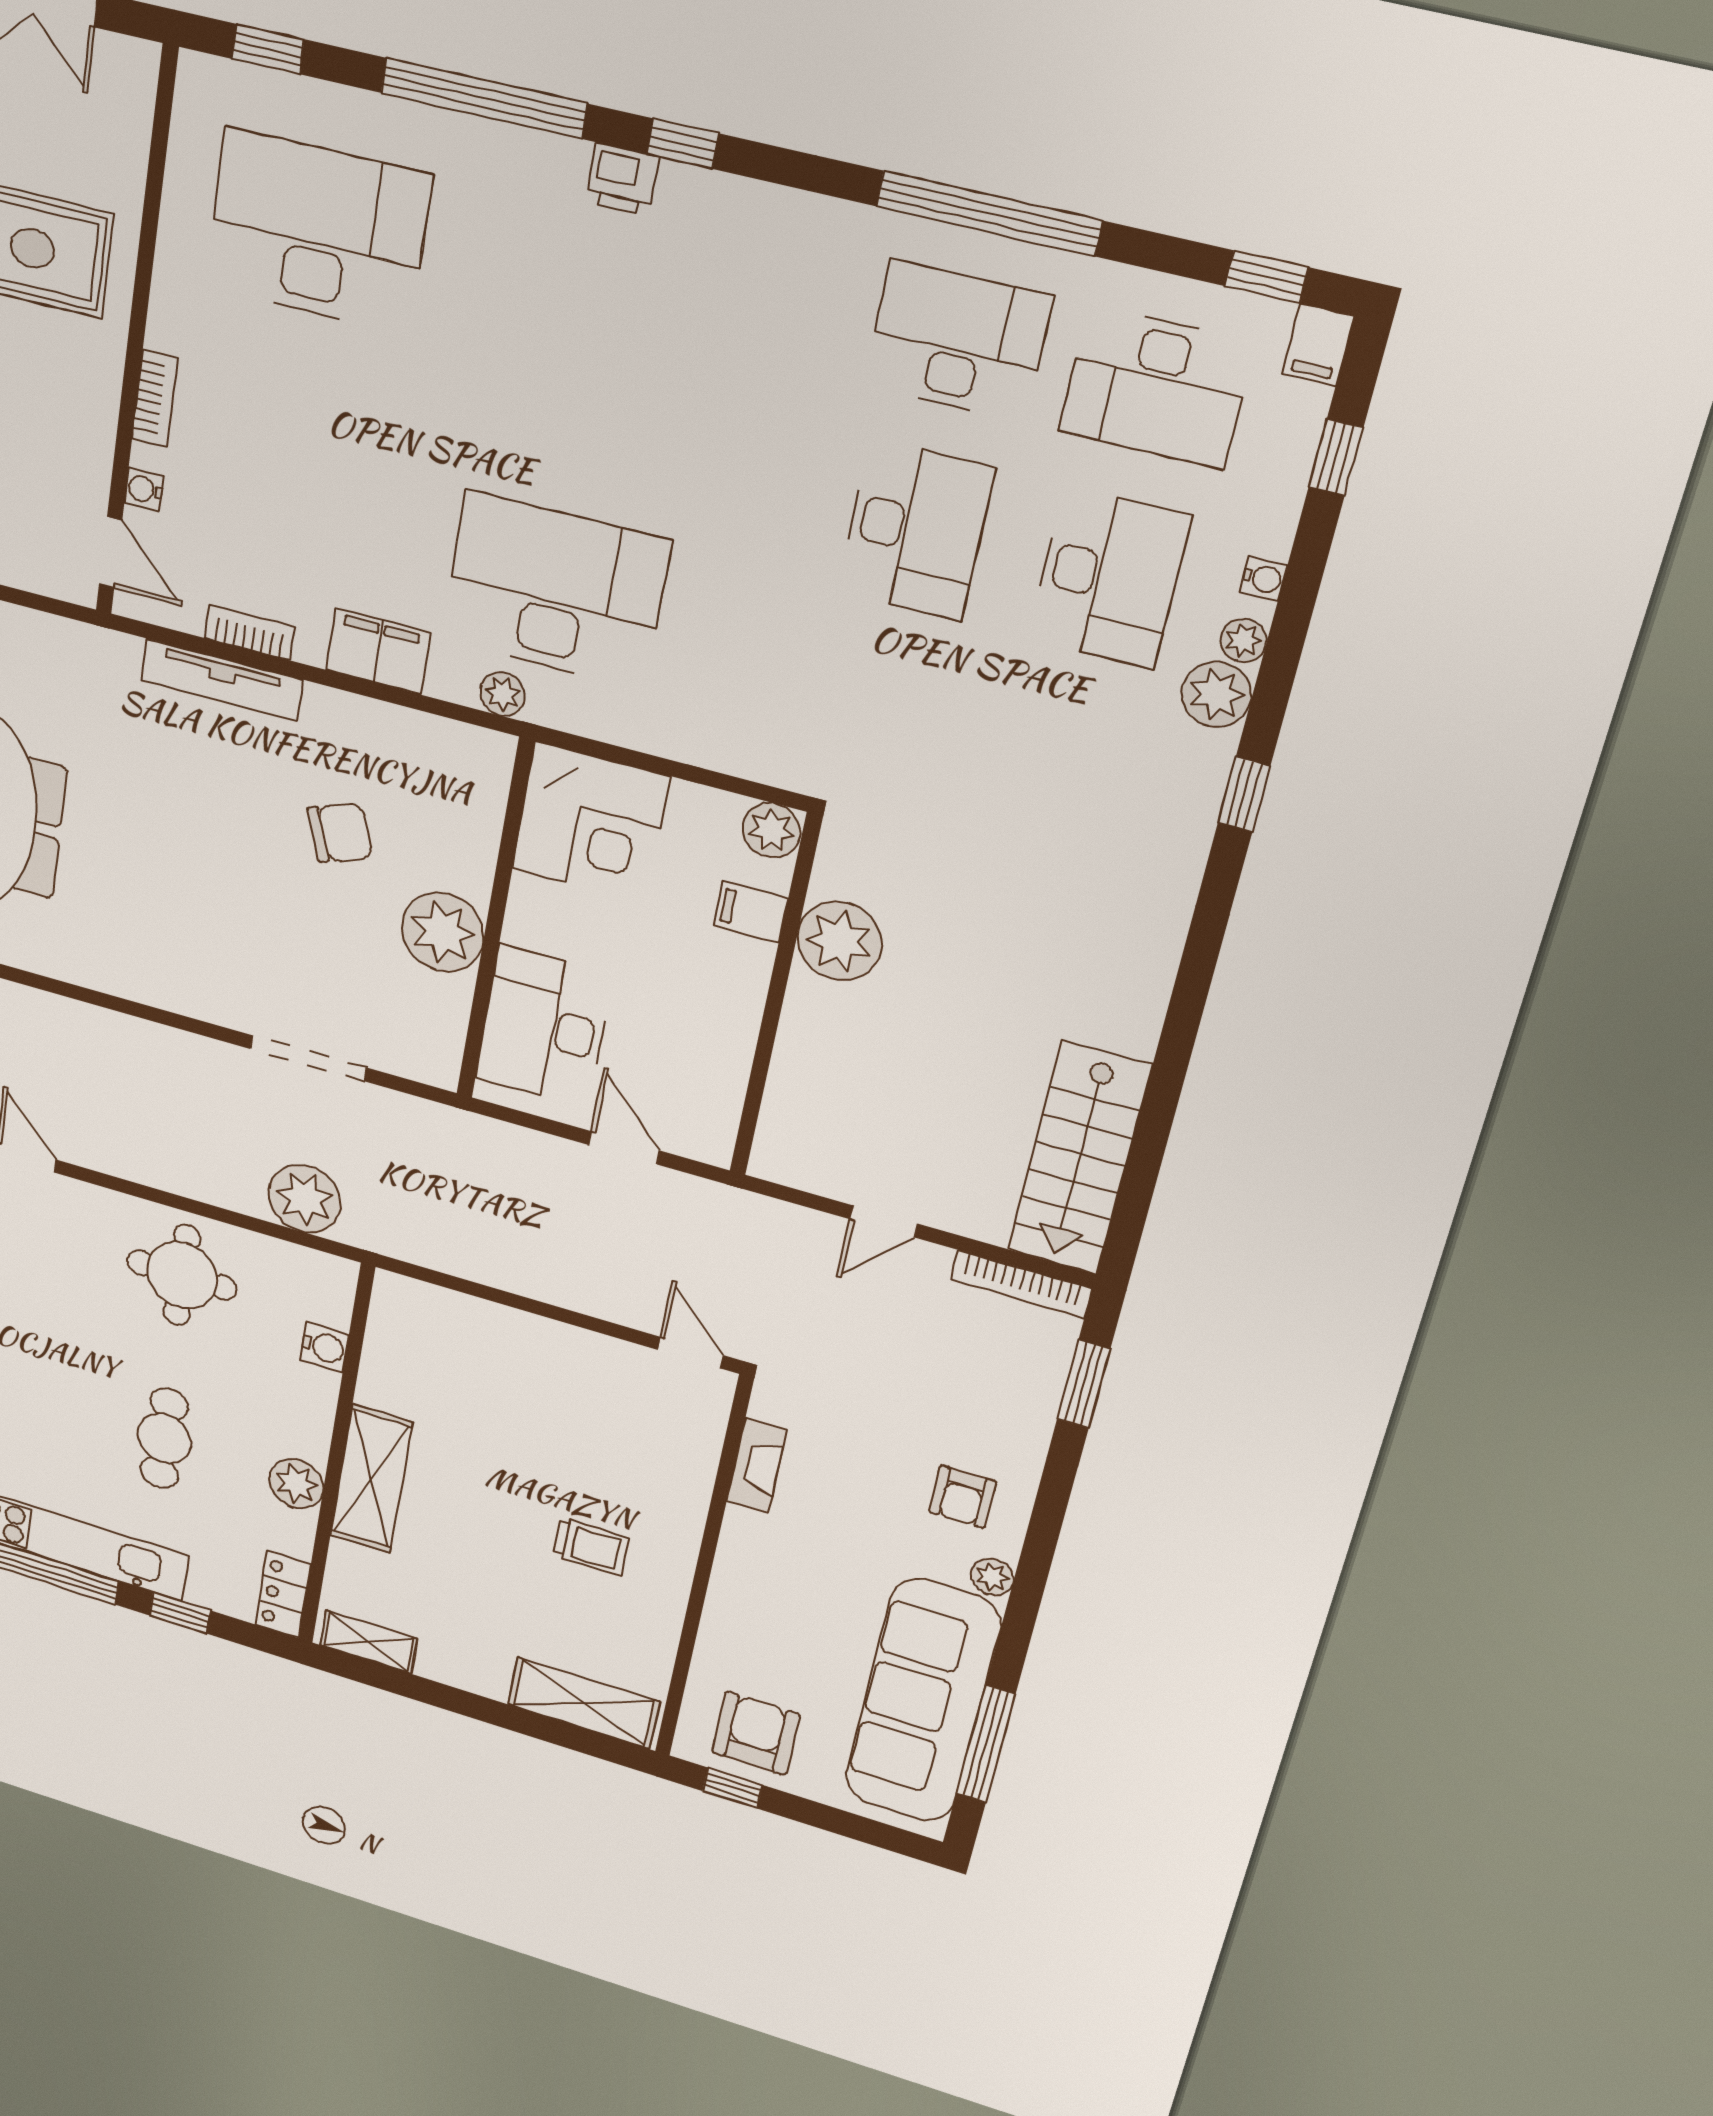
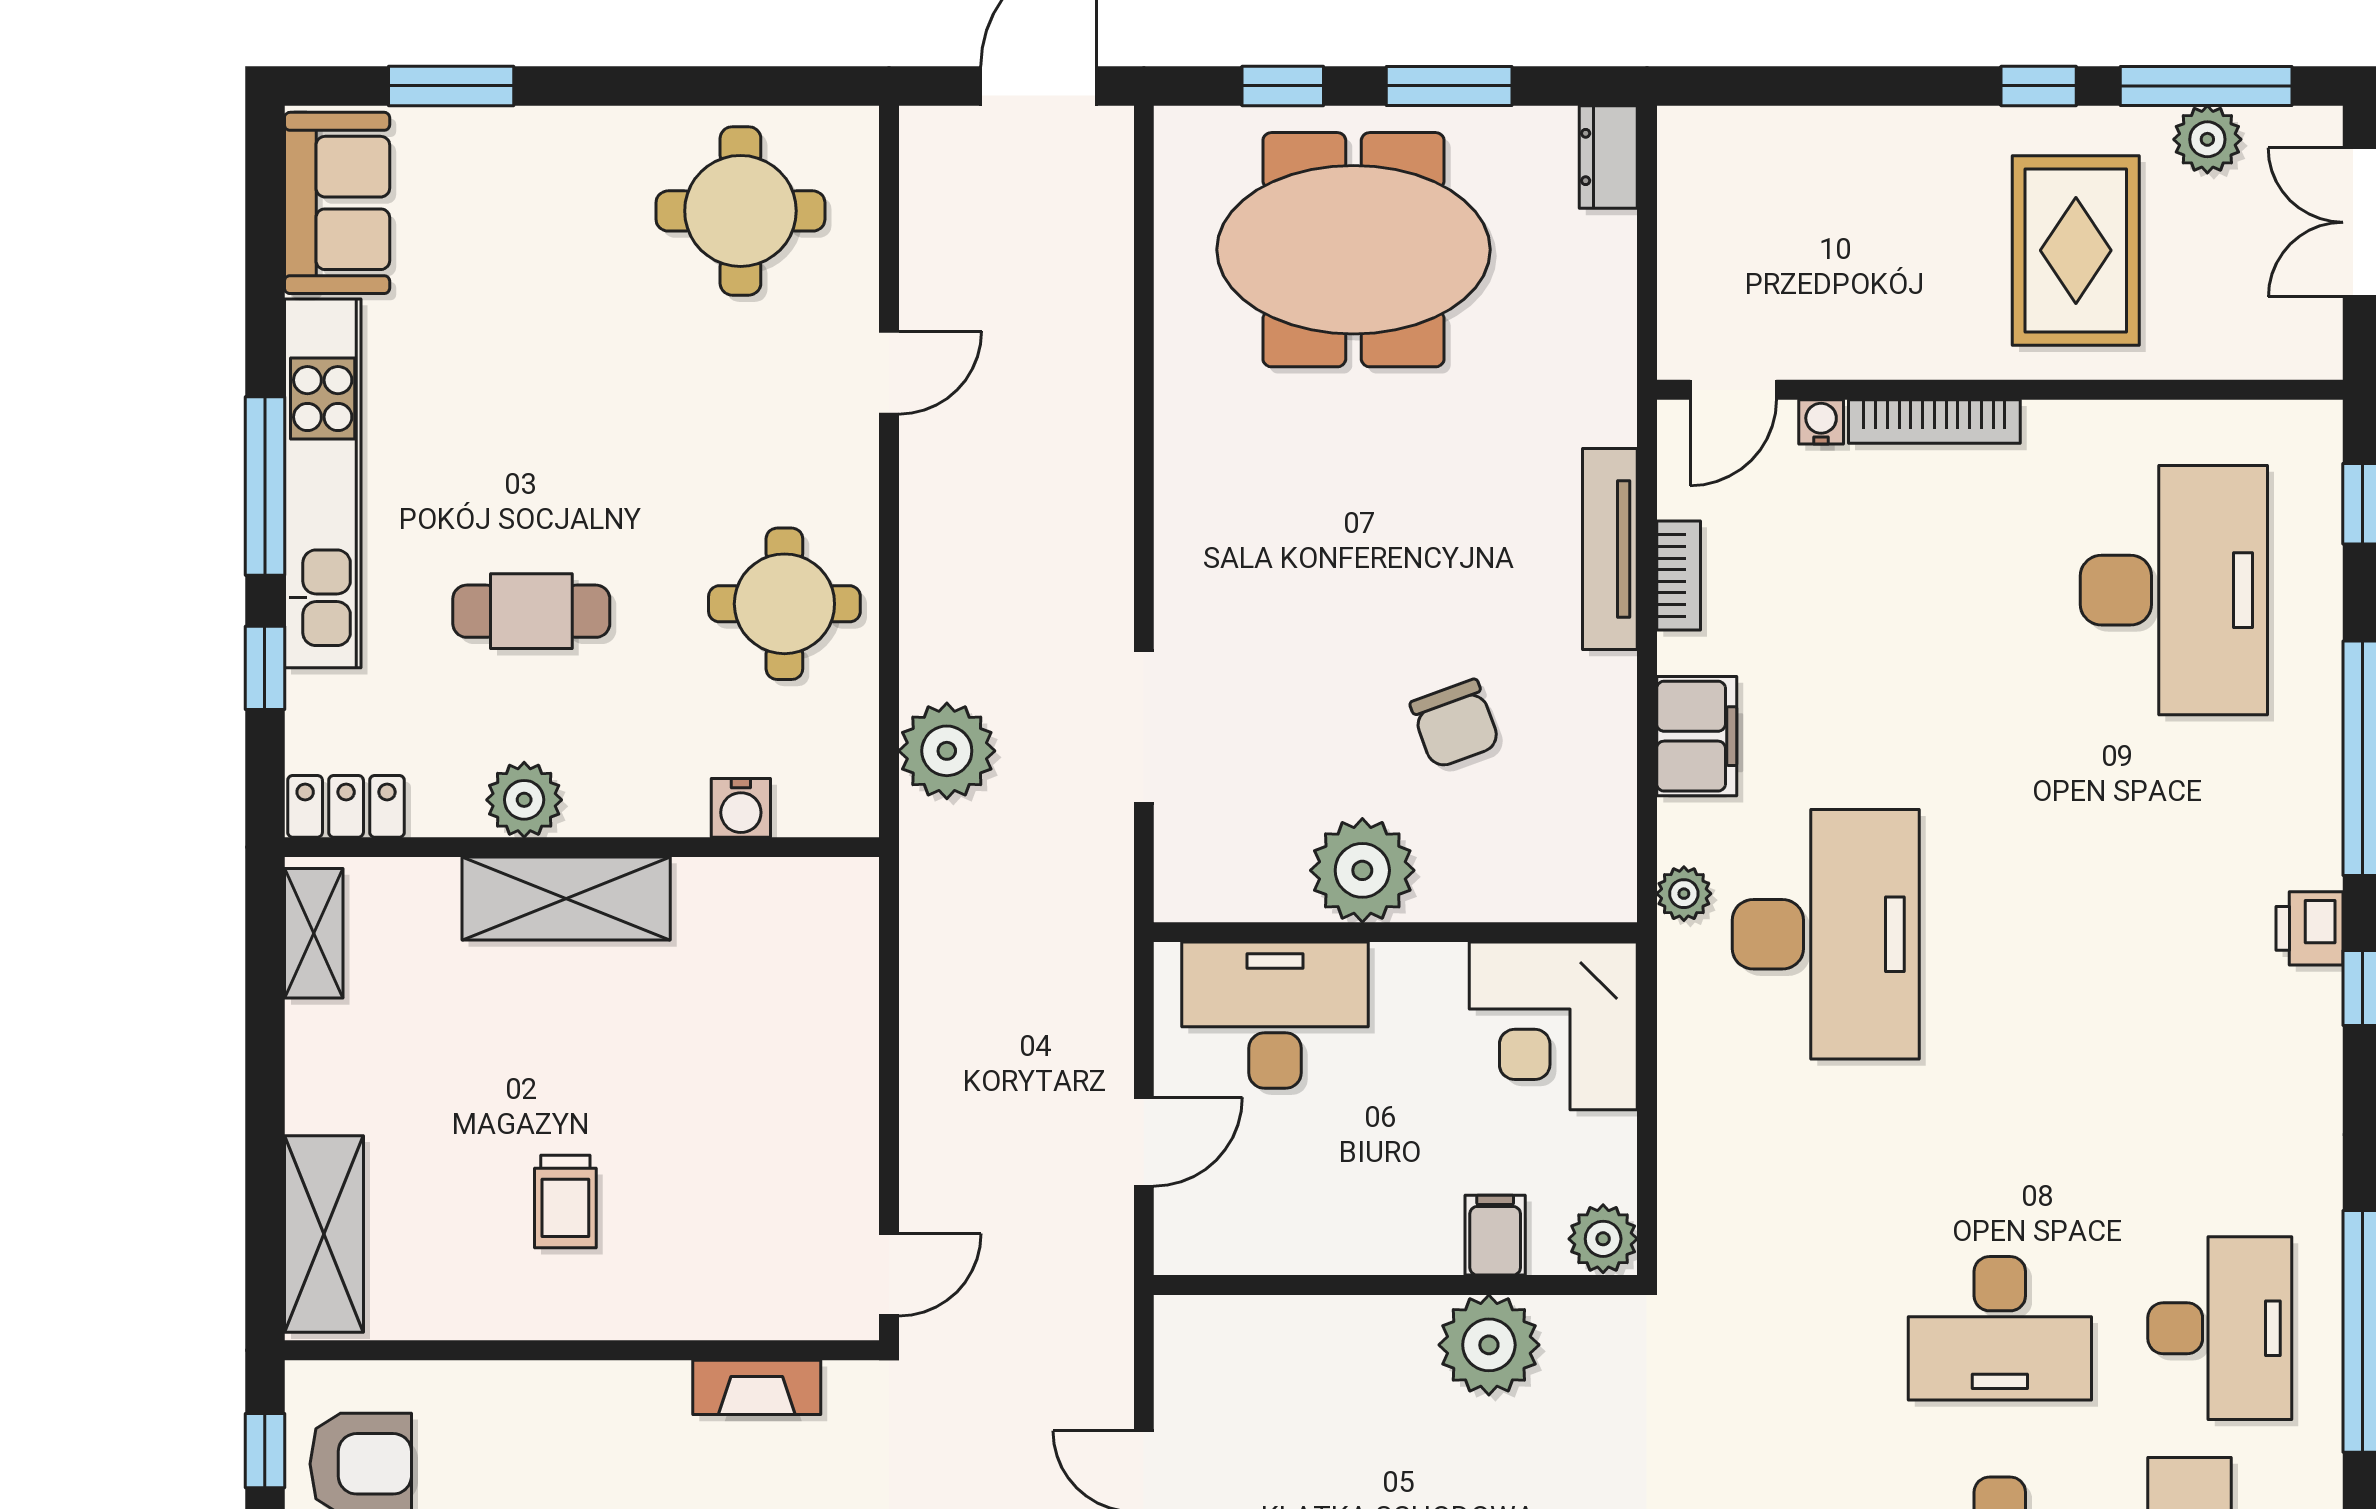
bookcase: (155, 398) -> (1934, 422), width x1.56

